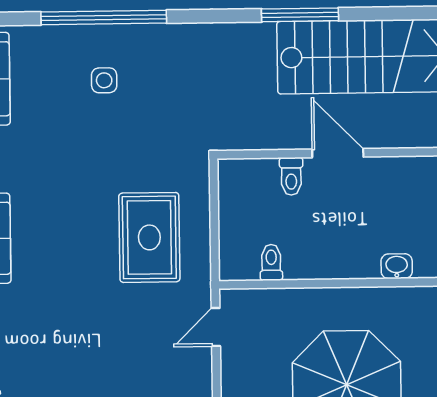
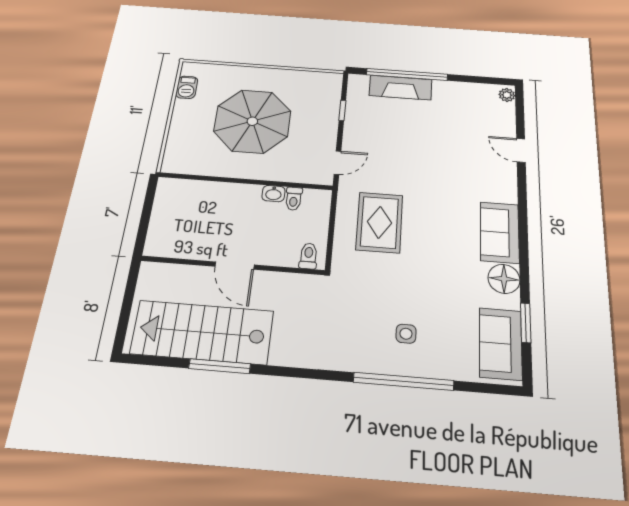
window: (300, 15) -> (220, 366), moved
toilet: (291, 176) -> (308, 256), moved
washbasin: (397, 266) -> (273, 194), moved

